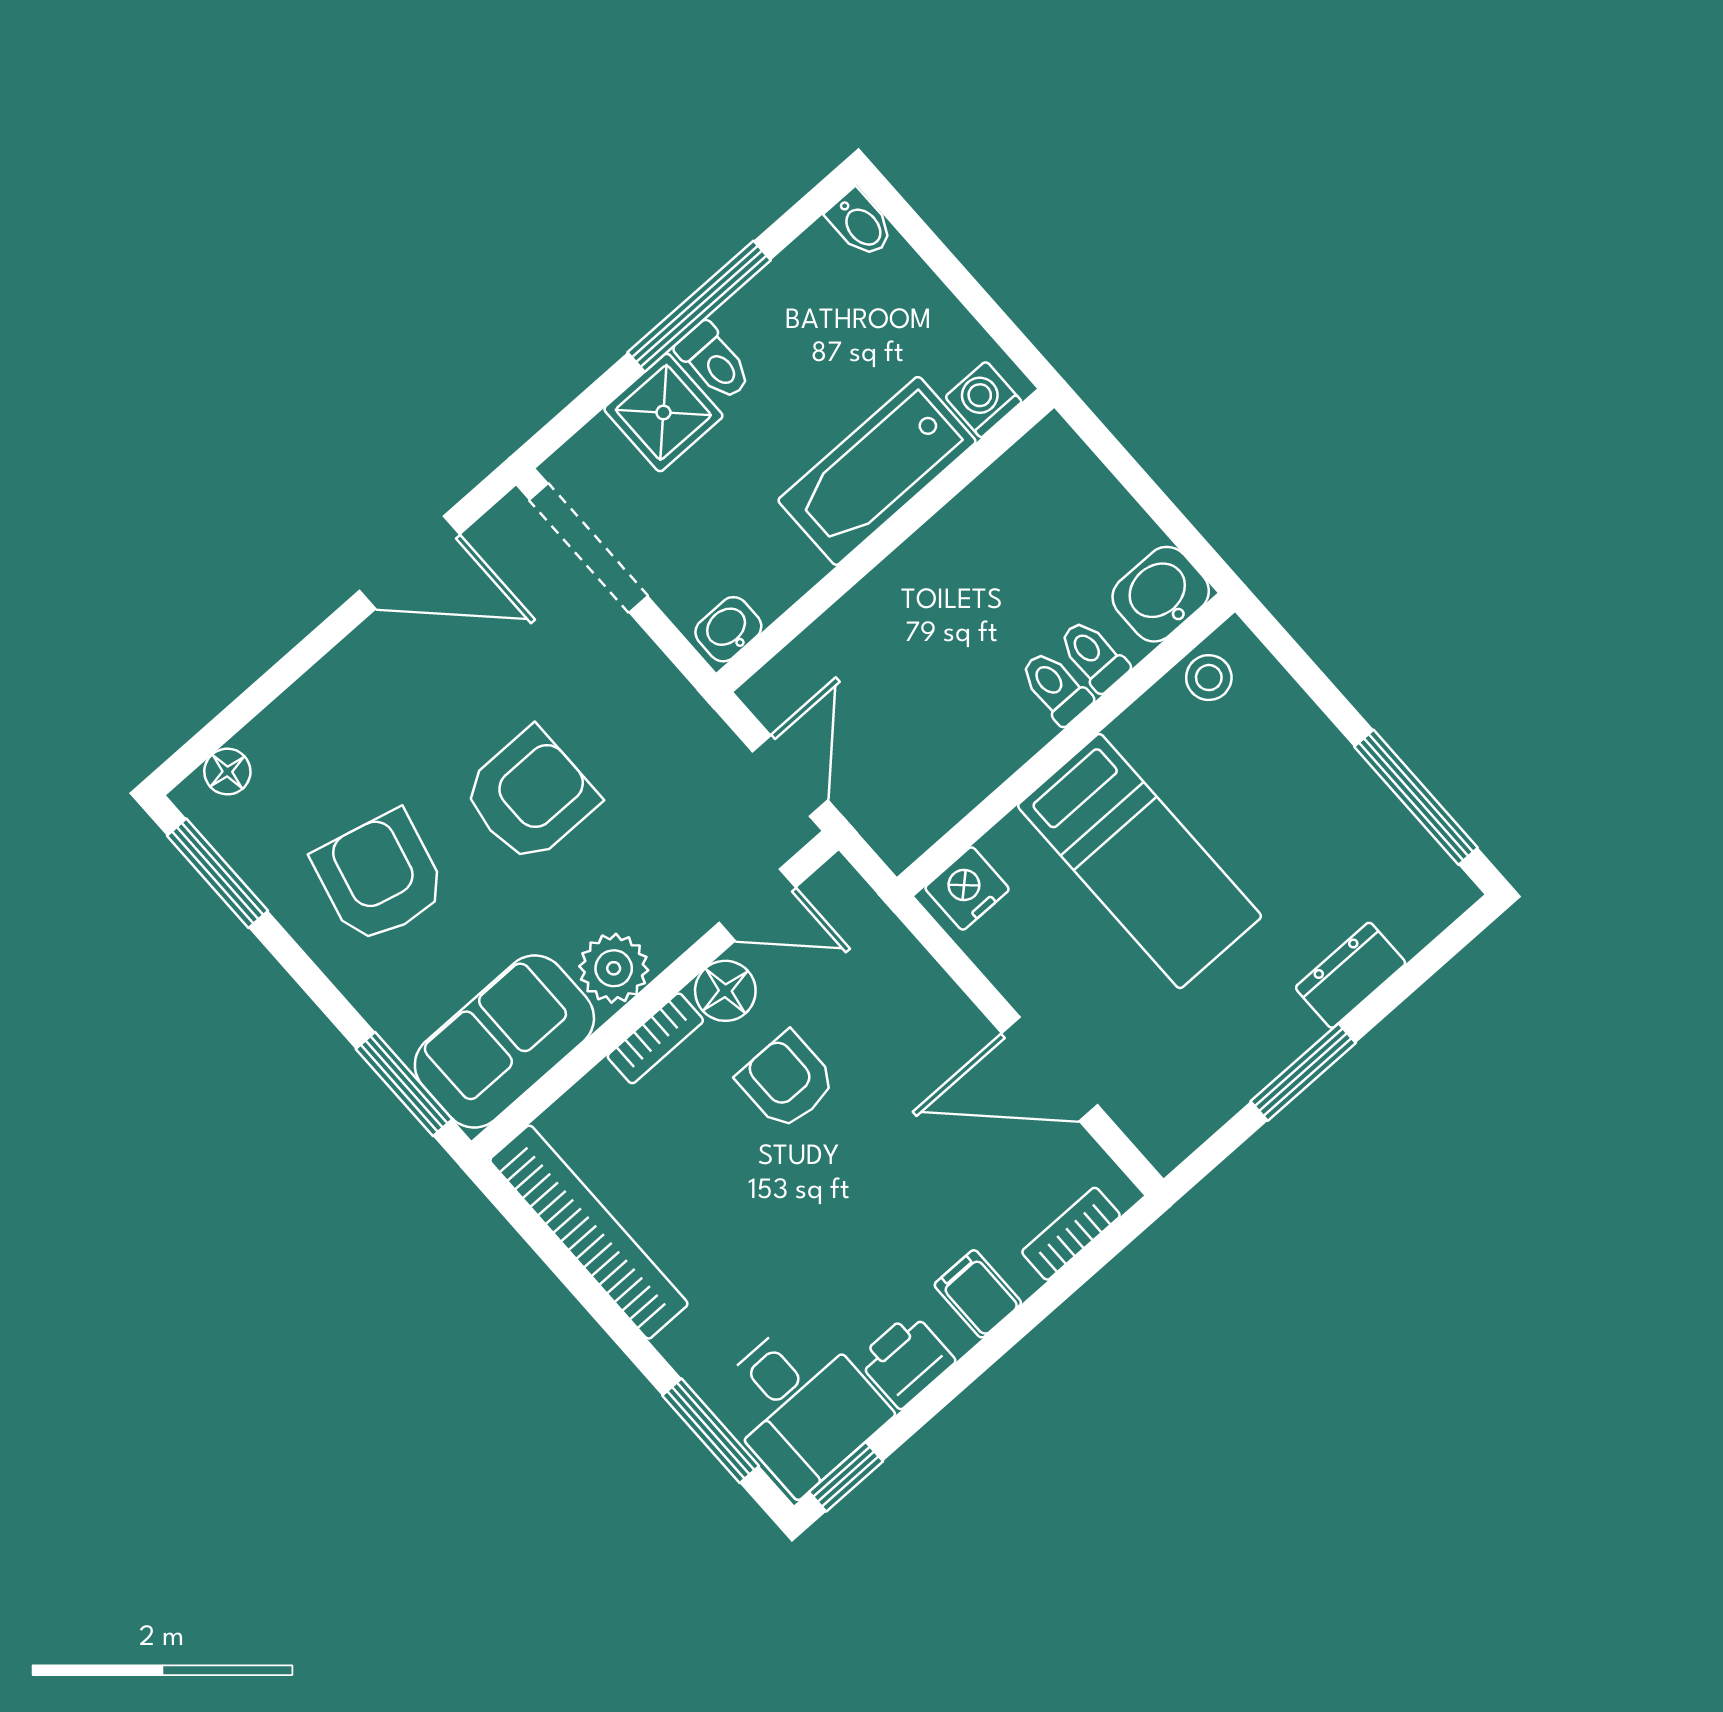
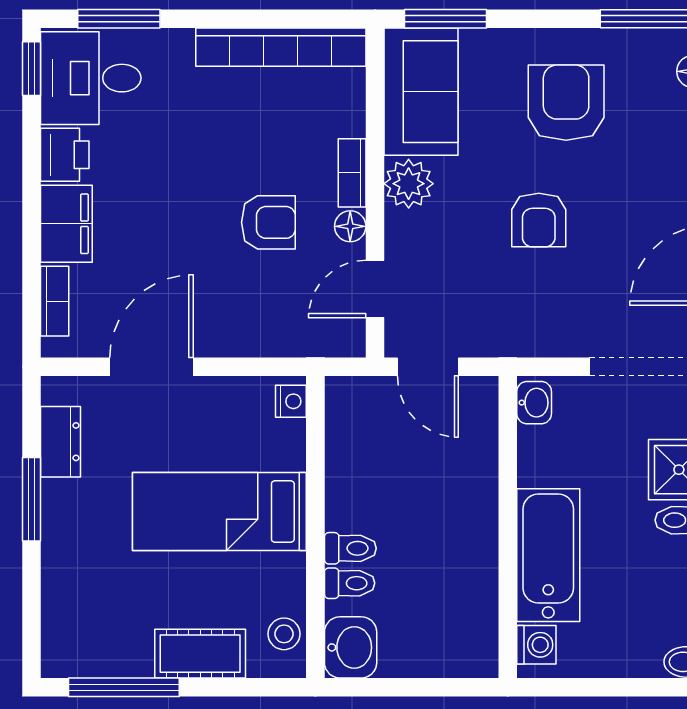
cot: (1309, 748) -> (200, 654), added
armchair: (530, 796) -> (539, 220), width x0.72, depth x0.72
armchair: (380, 877) -> (566, 103), turned -104
nightstand: (967, 888) -> (291, 401), width x0.72, depth x0.74
dresser: (1351, 975) -> (60, 442), moved
floor lamp: (725, 991) -> (350, 226), width x0.73, depth x0.73
filing cabinet: (978, 1294) -> (66, 224), width x2.00

